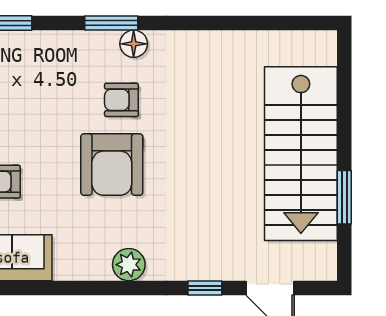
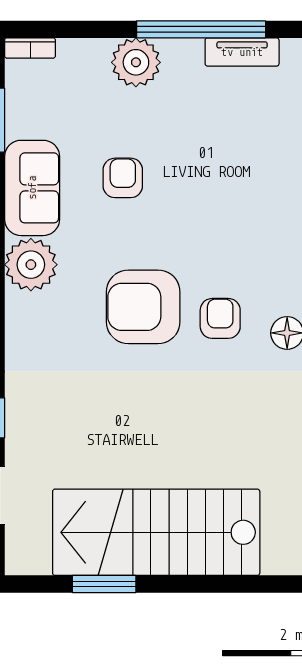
plant: (129, 265) -> (31, 265), moved, width x1.36, depth x1.36

